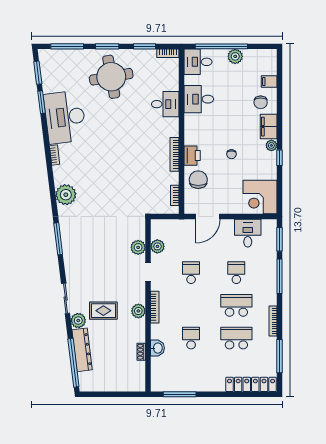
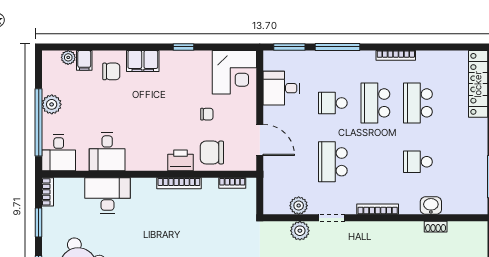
desk: (165, 104) -> (108, 195), width x1.37
plant: (271, 145) -> (68, 57), moved
chair: (231, 154) -> (207, 114), moved
school desk: (191, 273) -> (333, 162), width x1.85
plant: (138, 311) -> (383, 230), removed
window: (279, 356) -> (441, 47), removed

